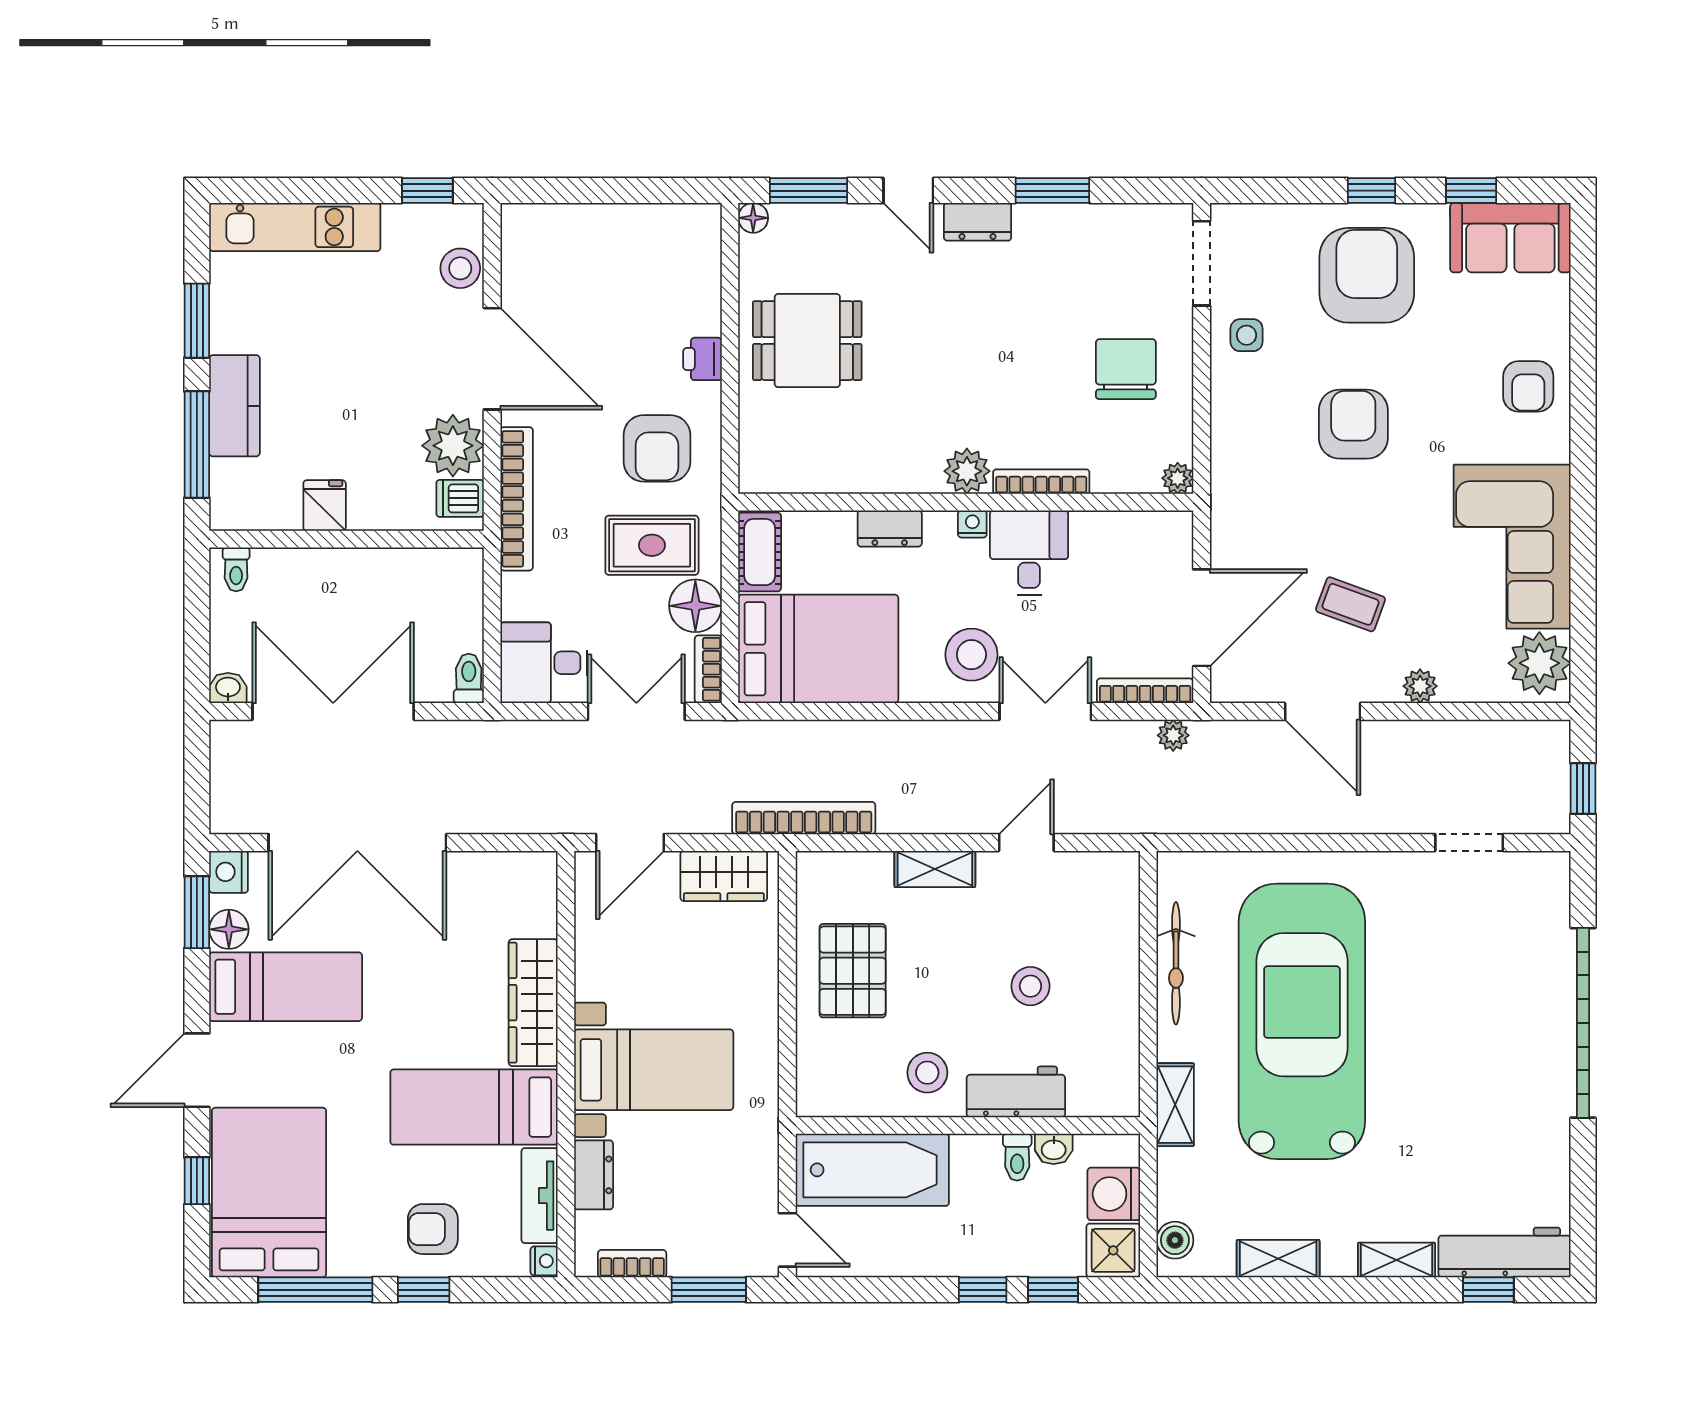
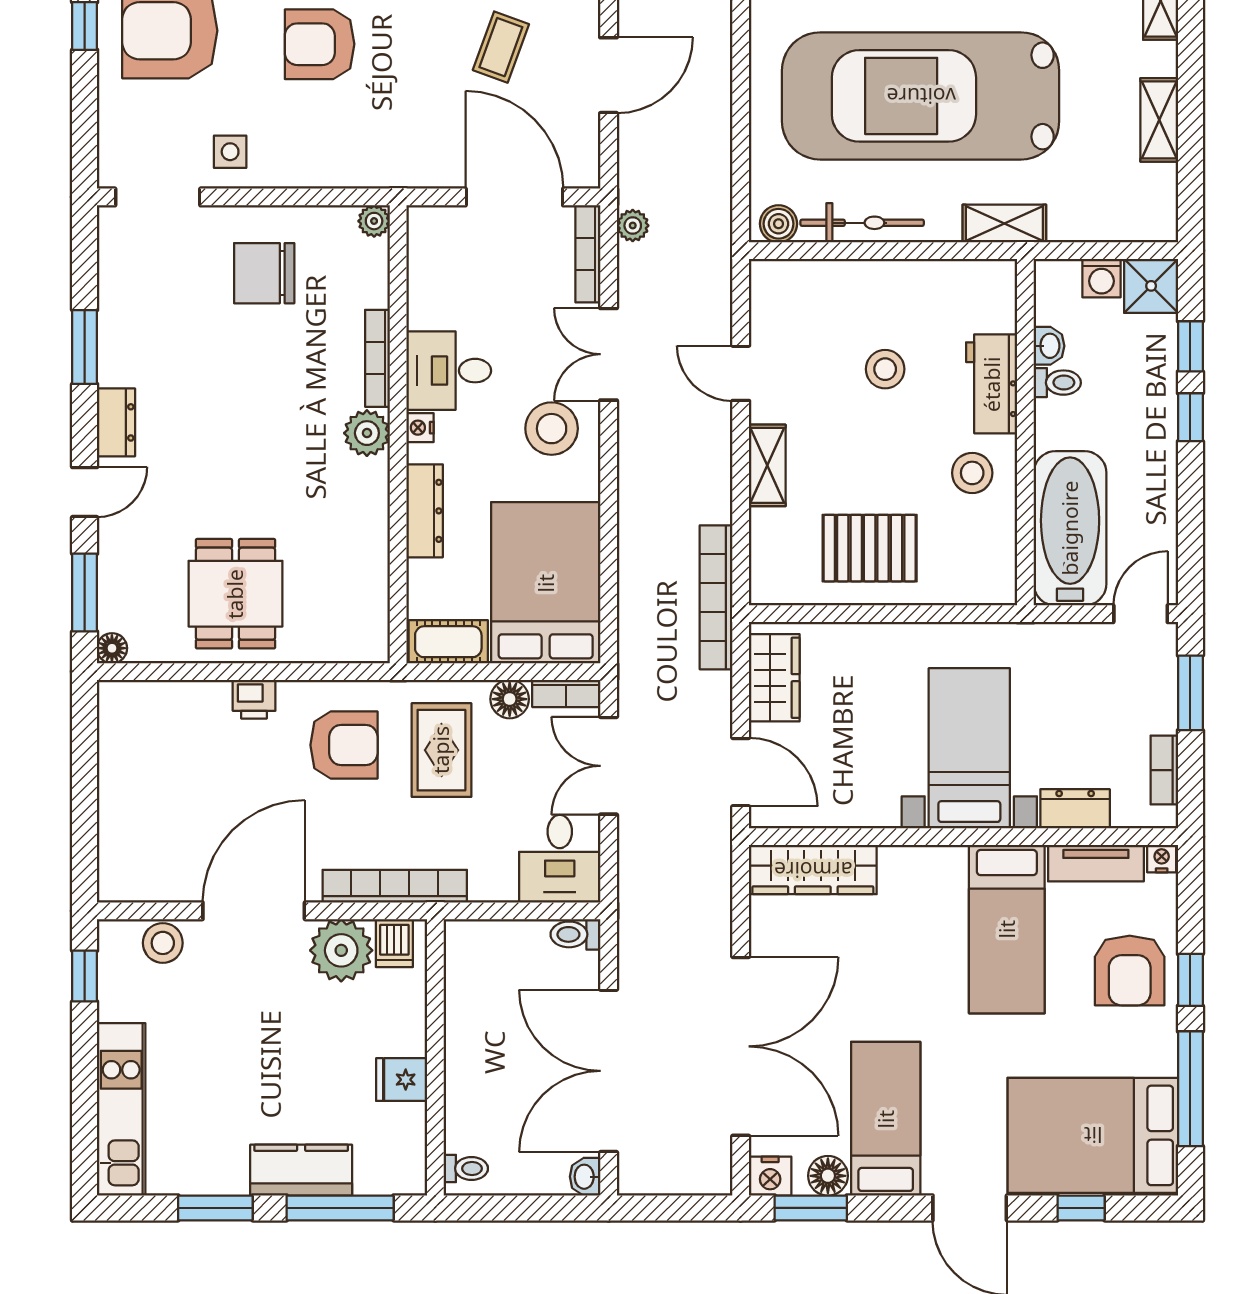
dresser: (890, 528) -> (425, 511), width x1.44
floor lamp: (695, 606) -> (510, 699), width x0.73, depth x0.73
wardrobe: (533, 1003) -> (813, 870), moved
washing machine: (1114, 1194) -> (1102, 278), width x0.73, depth x0.73
armchair: (433, 1229) -> (1130, 971), width x1.38, depth x1.38
boiler: (1175, 1240) -> (779, 224), moved

